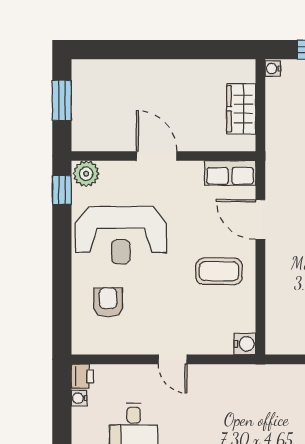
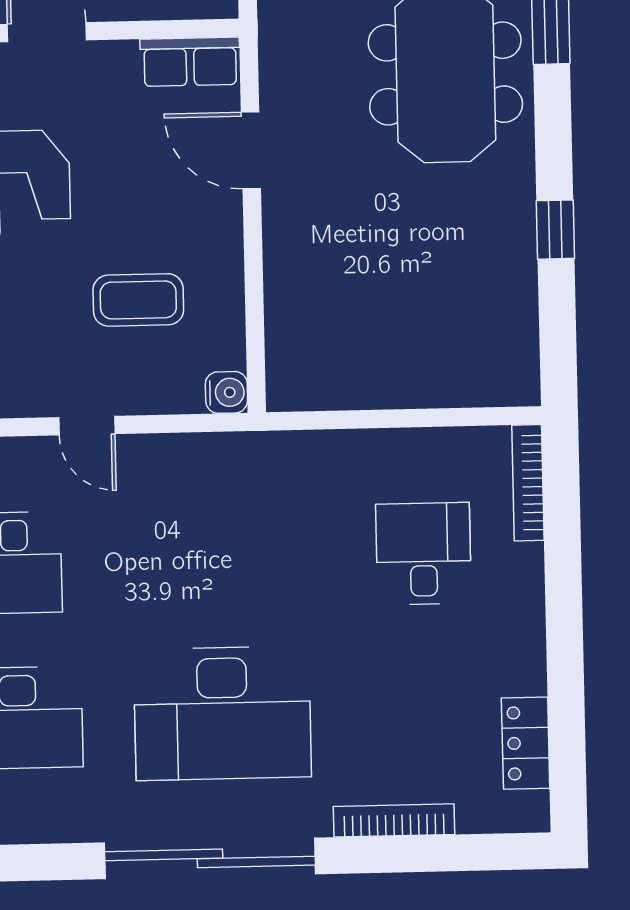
coffee table: (219, 271) -> (138, 300), moved

